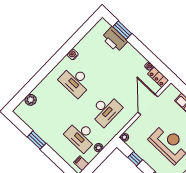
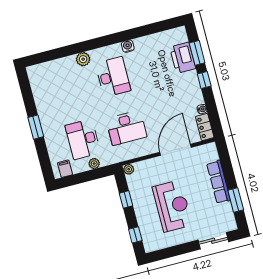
window: (138, 45) -> (204, 80), added
desk: (75, 81) -> (113, 77), turned 180
plant: (31, 100) -> (83, 59), moved
window: (37, 140) -> (36, 127), moved

